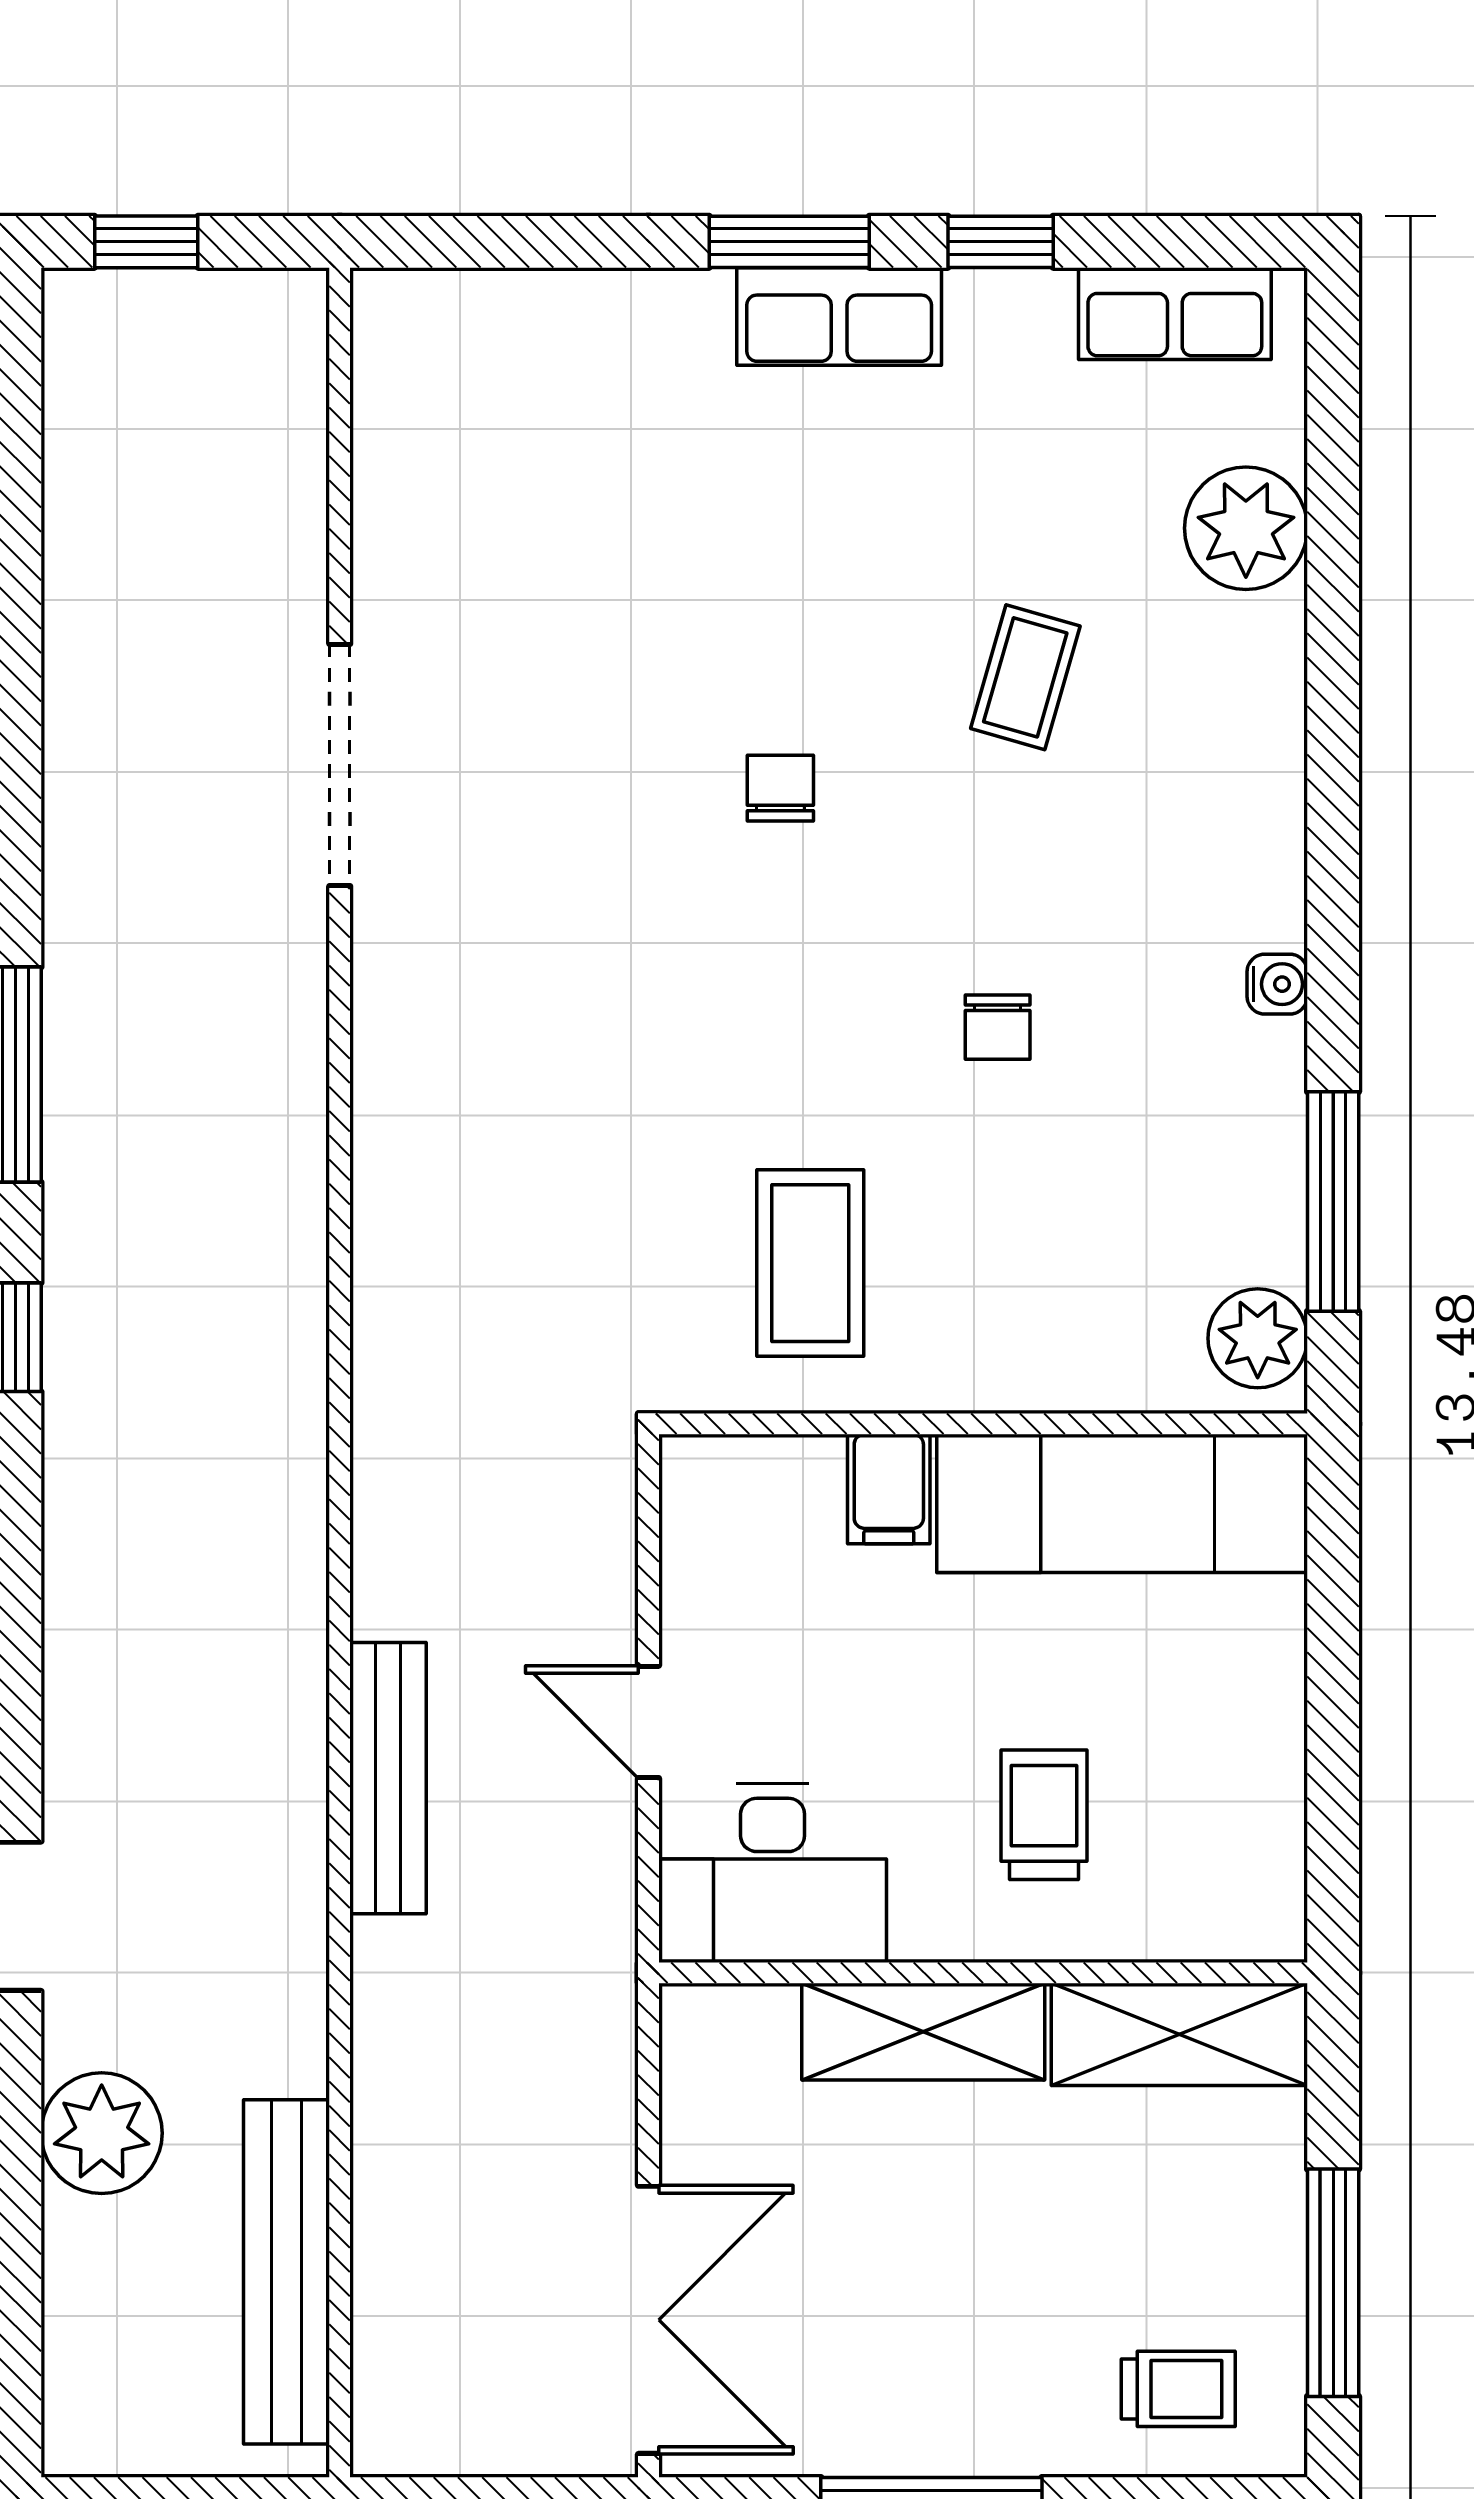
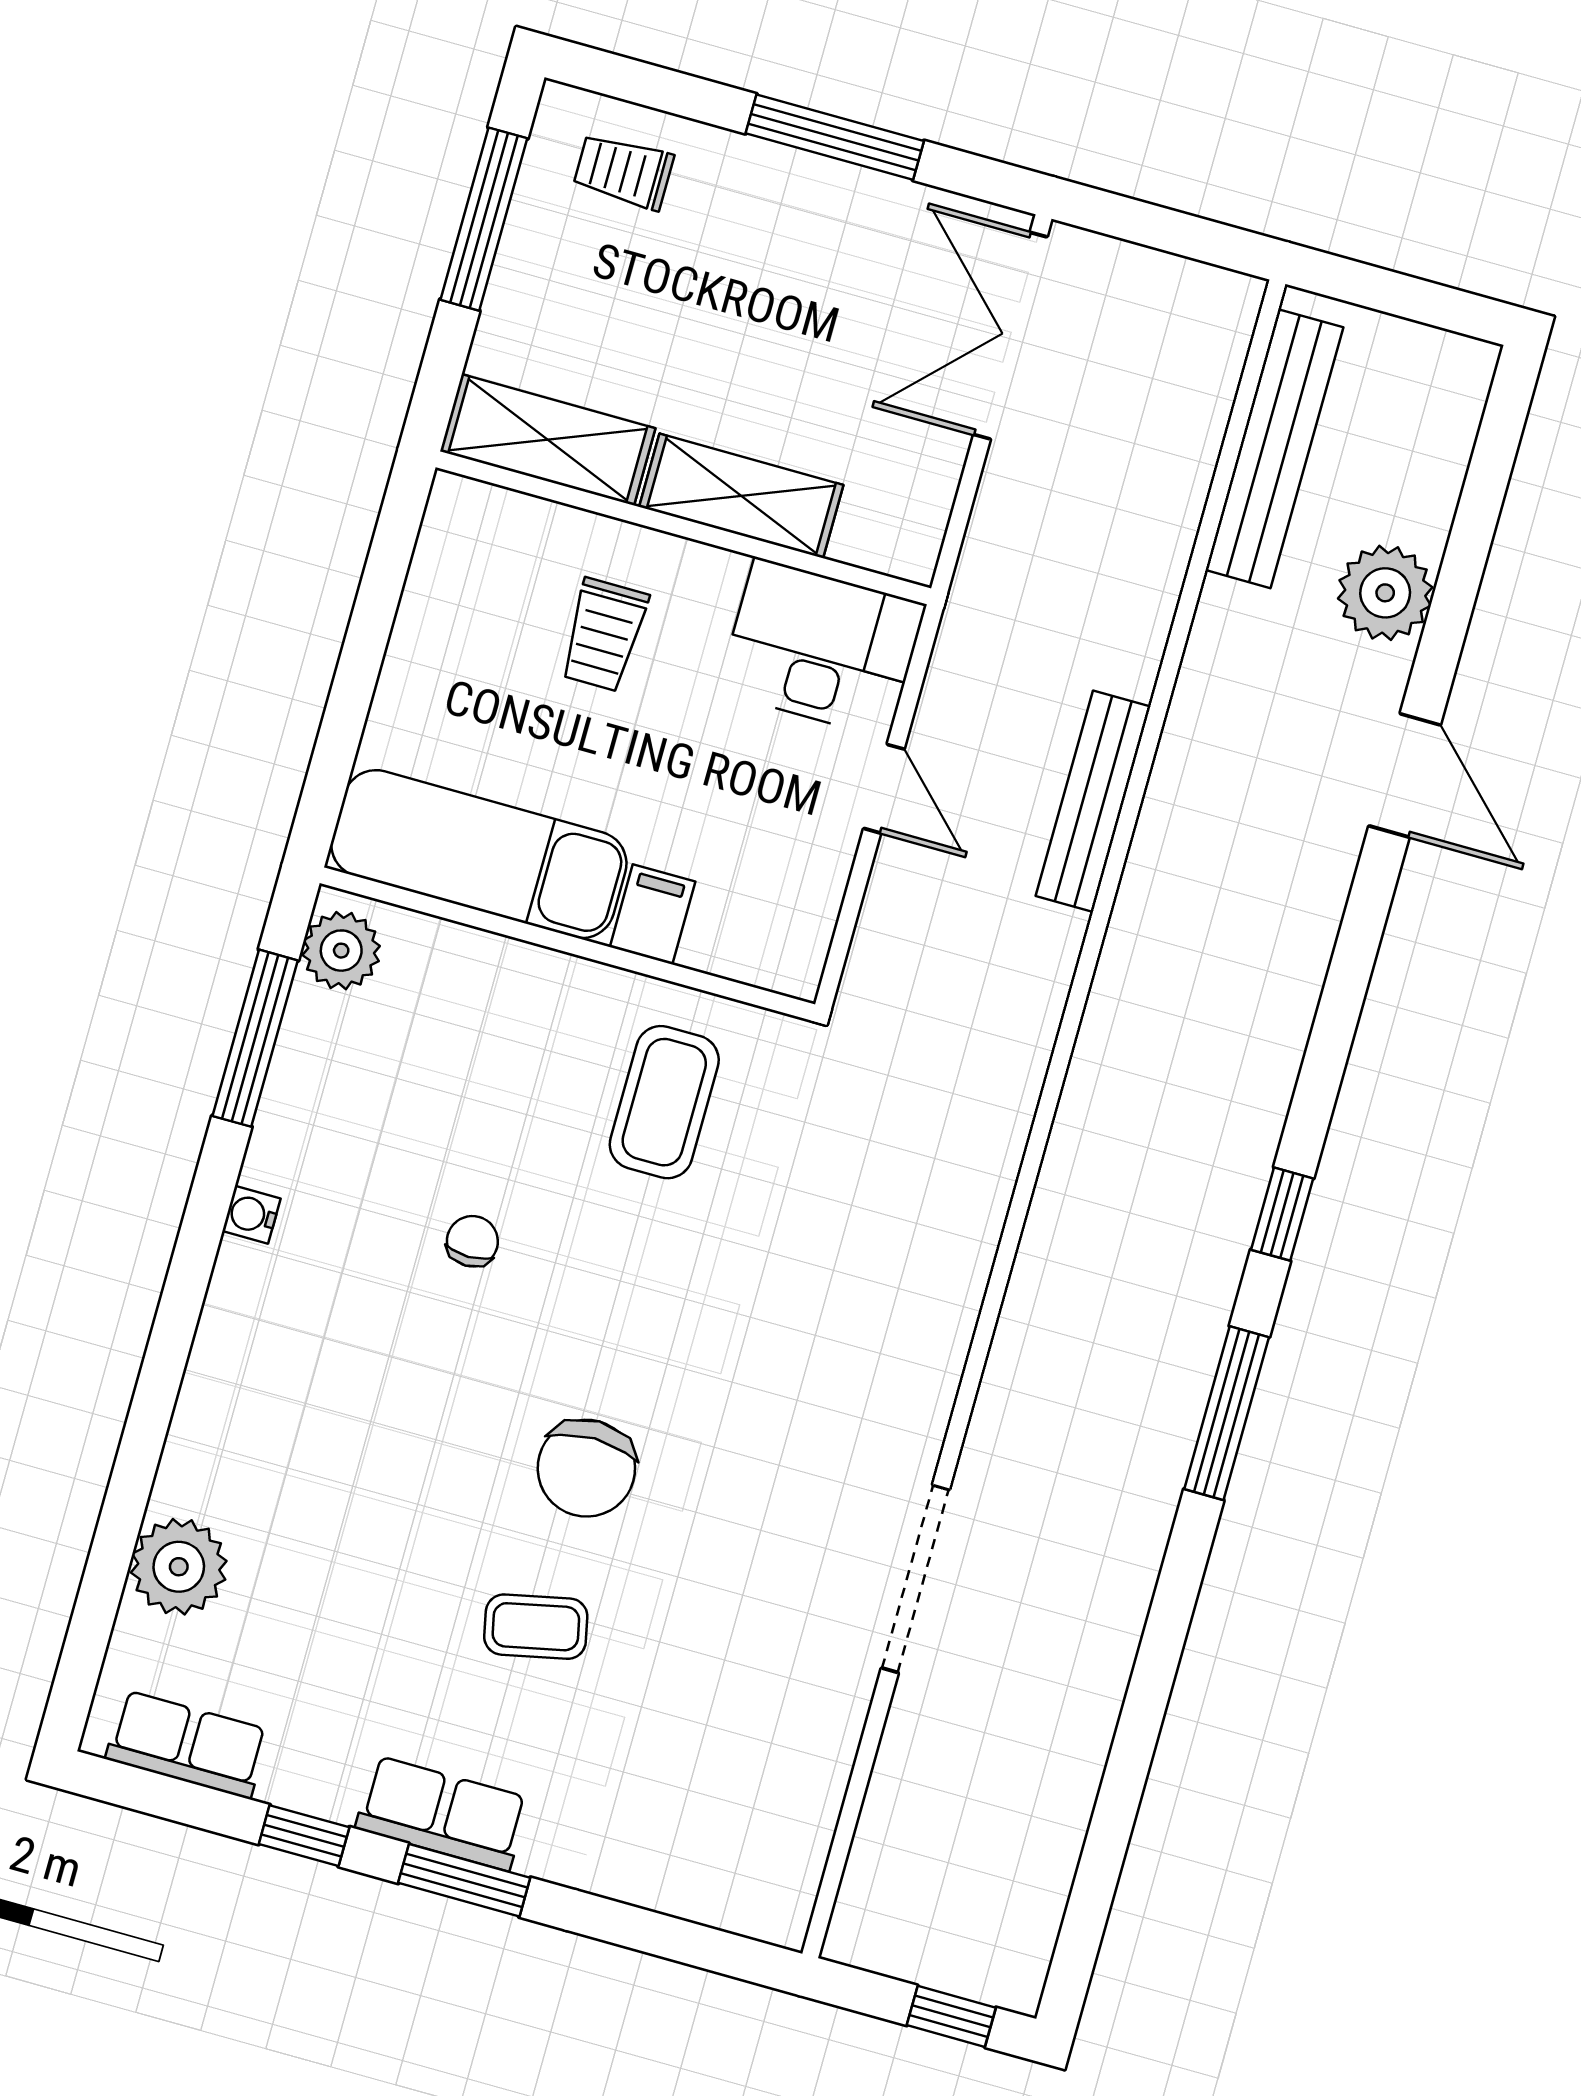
coffee table: (1025, 677) -> (536, 1627), moved, turned 62
chair: (780, 788) -> (586, 1468), width x1.87, depth x1.87

